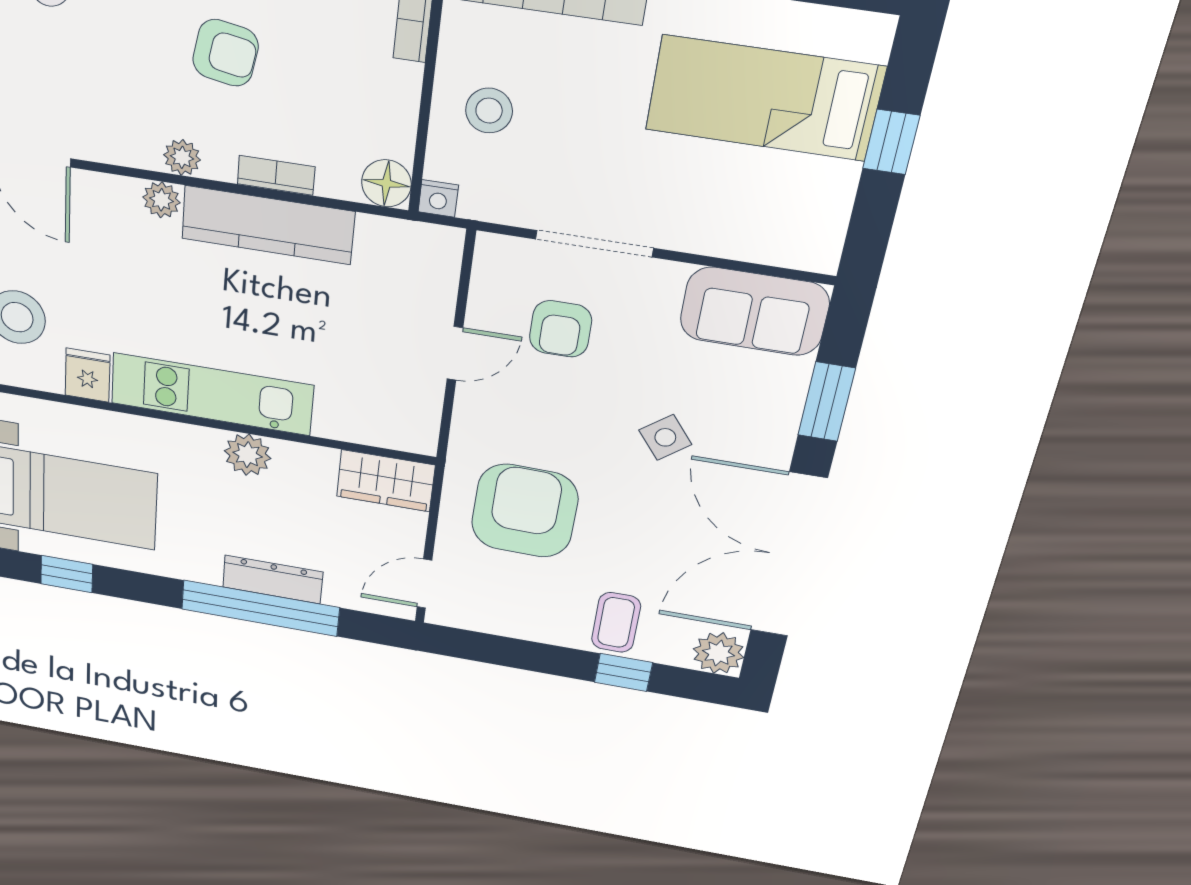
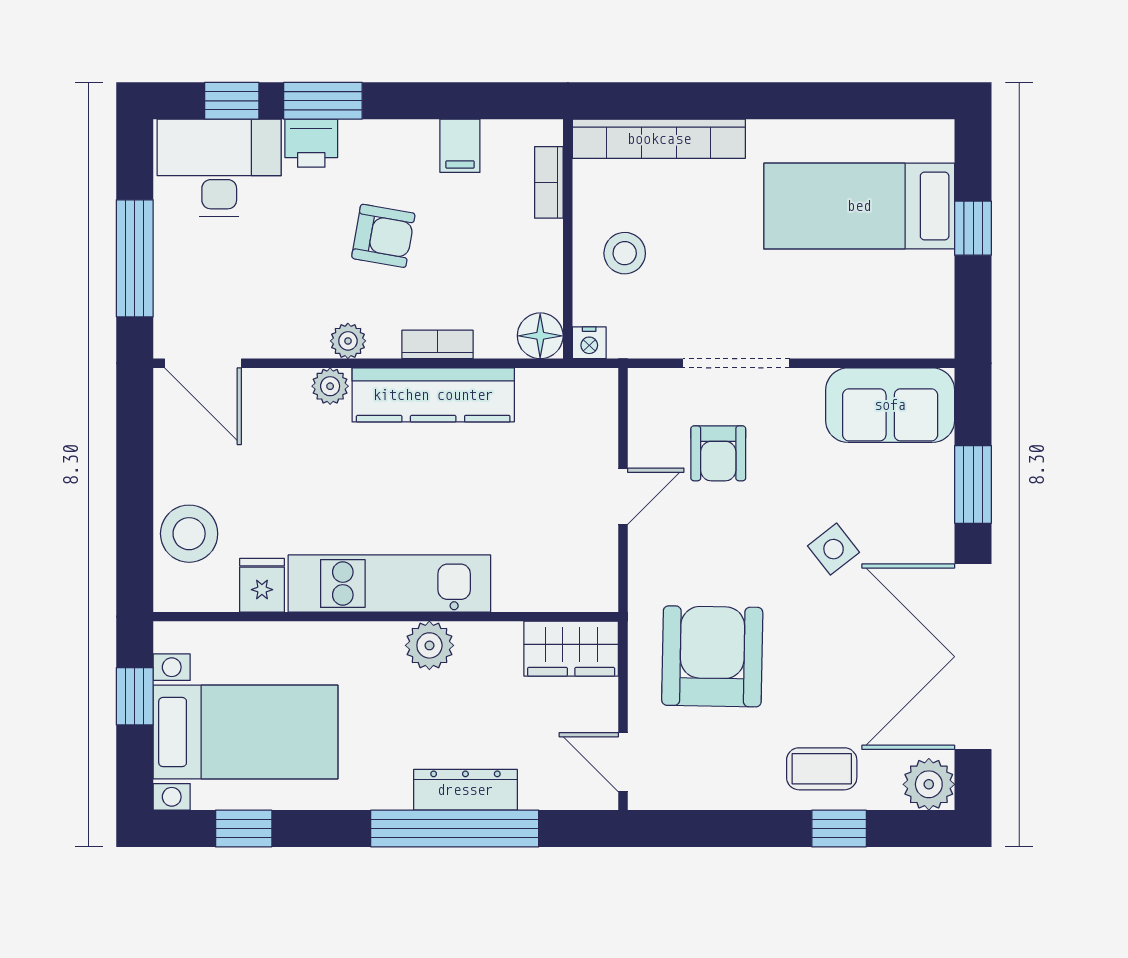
door: (424, 584) -> (623, 762), hinge flipped
coffee table: (616, 622) -> (822, 769), turned 90

